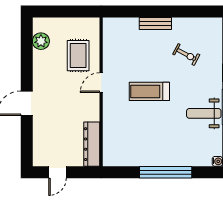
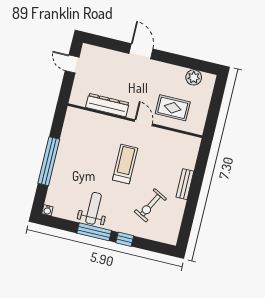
exercise bike: (186, 54) -> (150, 205), width x1.38, depth x1.39
dresser: (92, 144) -> (107, 105), moved

